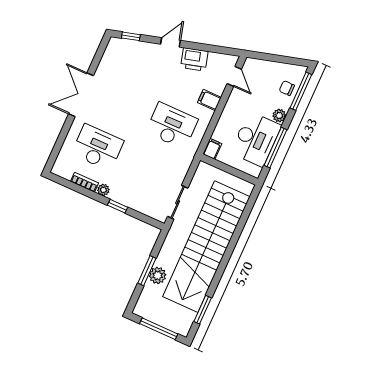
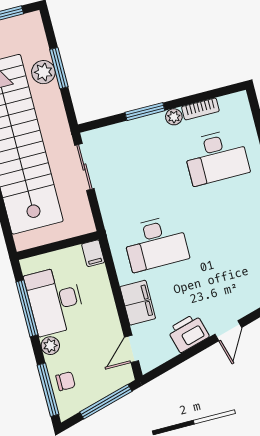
window: (273, 58) -> (106, 402), added
door: (234, 76) -> (131, 349), hinge flipped
filing cabinet: (209, 100) -> (138, 303), width x2.00
window: (118, 206) -> (145, 112), width x1.50

